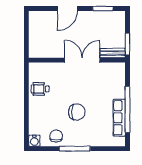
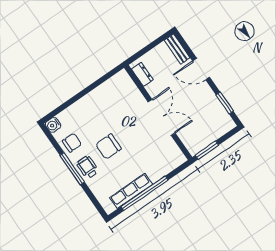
dresser: (42, 53) -> (142, 74), added
bench: (113, 53) -> (177, 49), moved
wheelchair: (40, 89) -> (88, 167), moved
chair: (77, 112) -> (109, 147), turned 90

